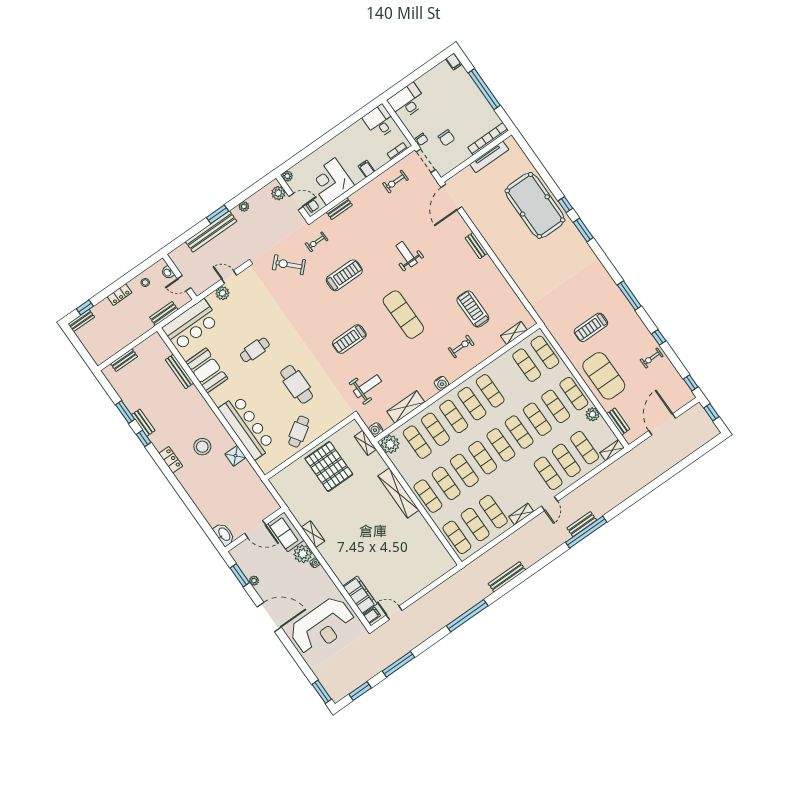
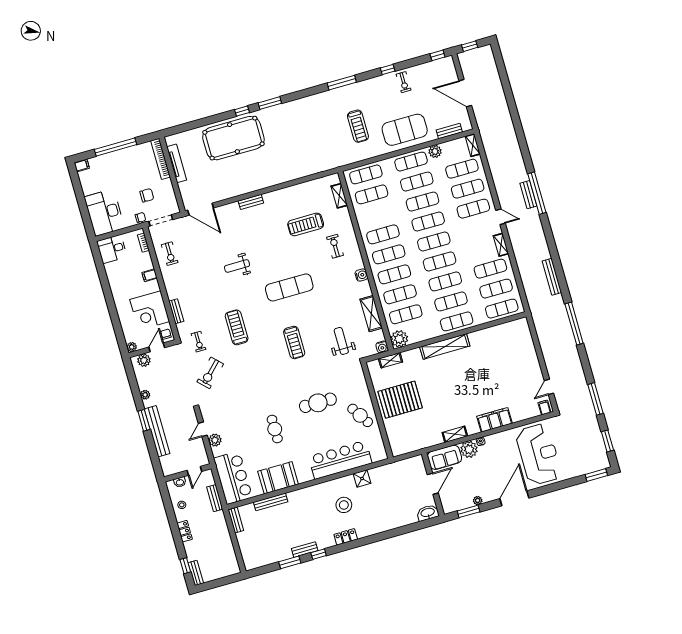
desk: (407, 101) -> (104, 213), width x1.36, depth x1.30
bench: (124, 360) -> (236, 520), moved
filing cabinet: (360, 595) -> (495, 420), moved

